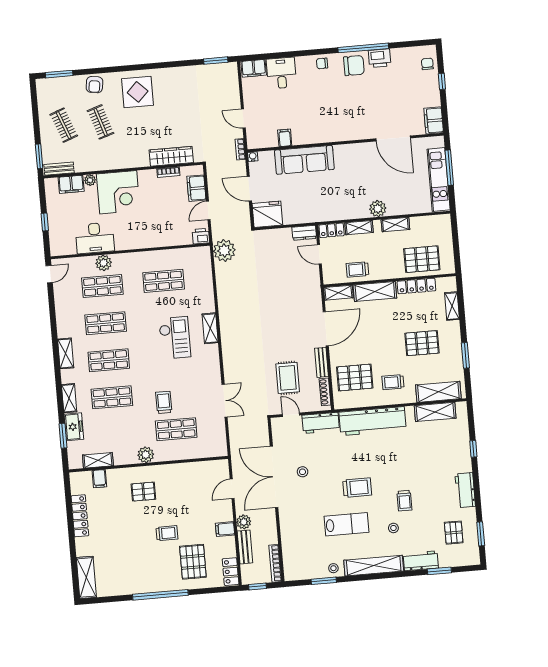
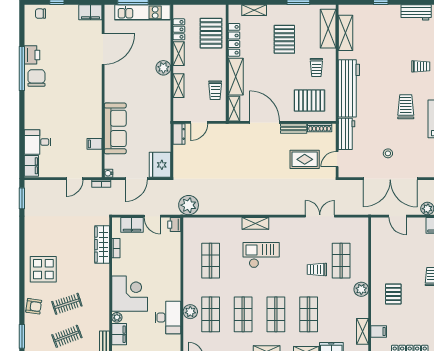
chair: (322, 63) -> (32, 106), removed
locker: (332, 230) -> (179, 29), moved
pallet: (355, 378) -> (309, 101), turned 90

